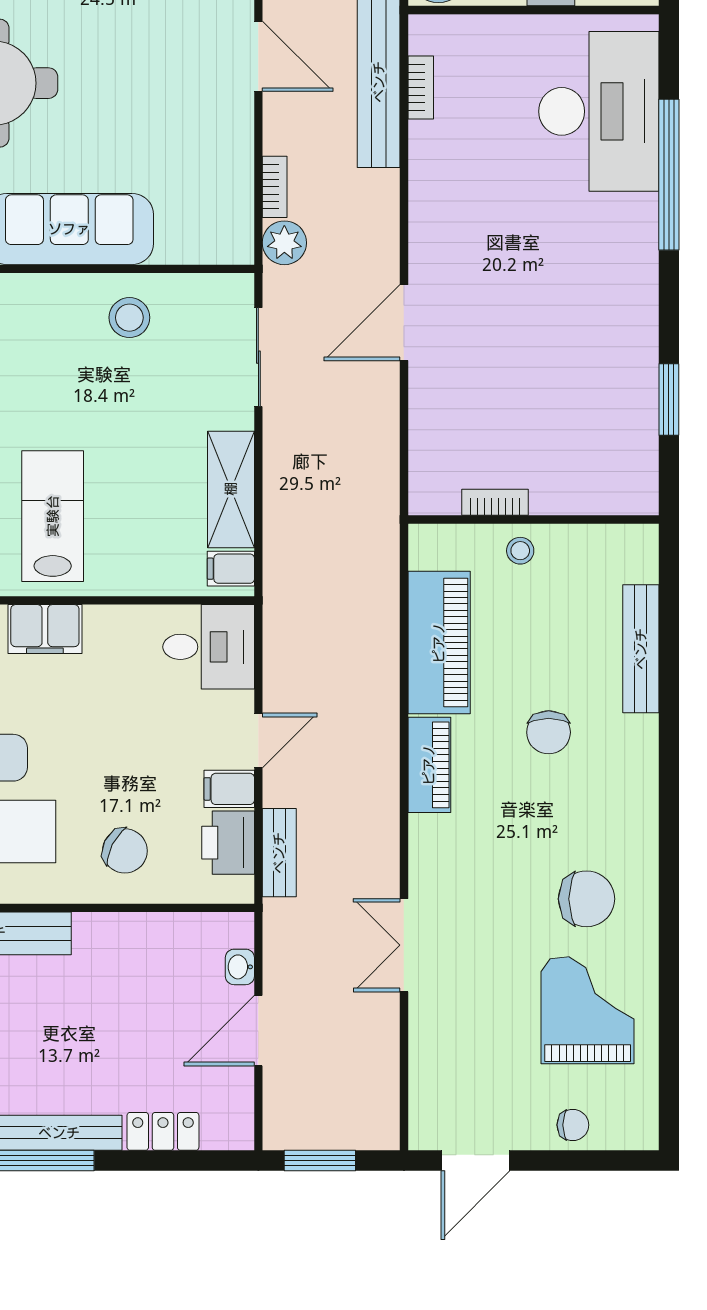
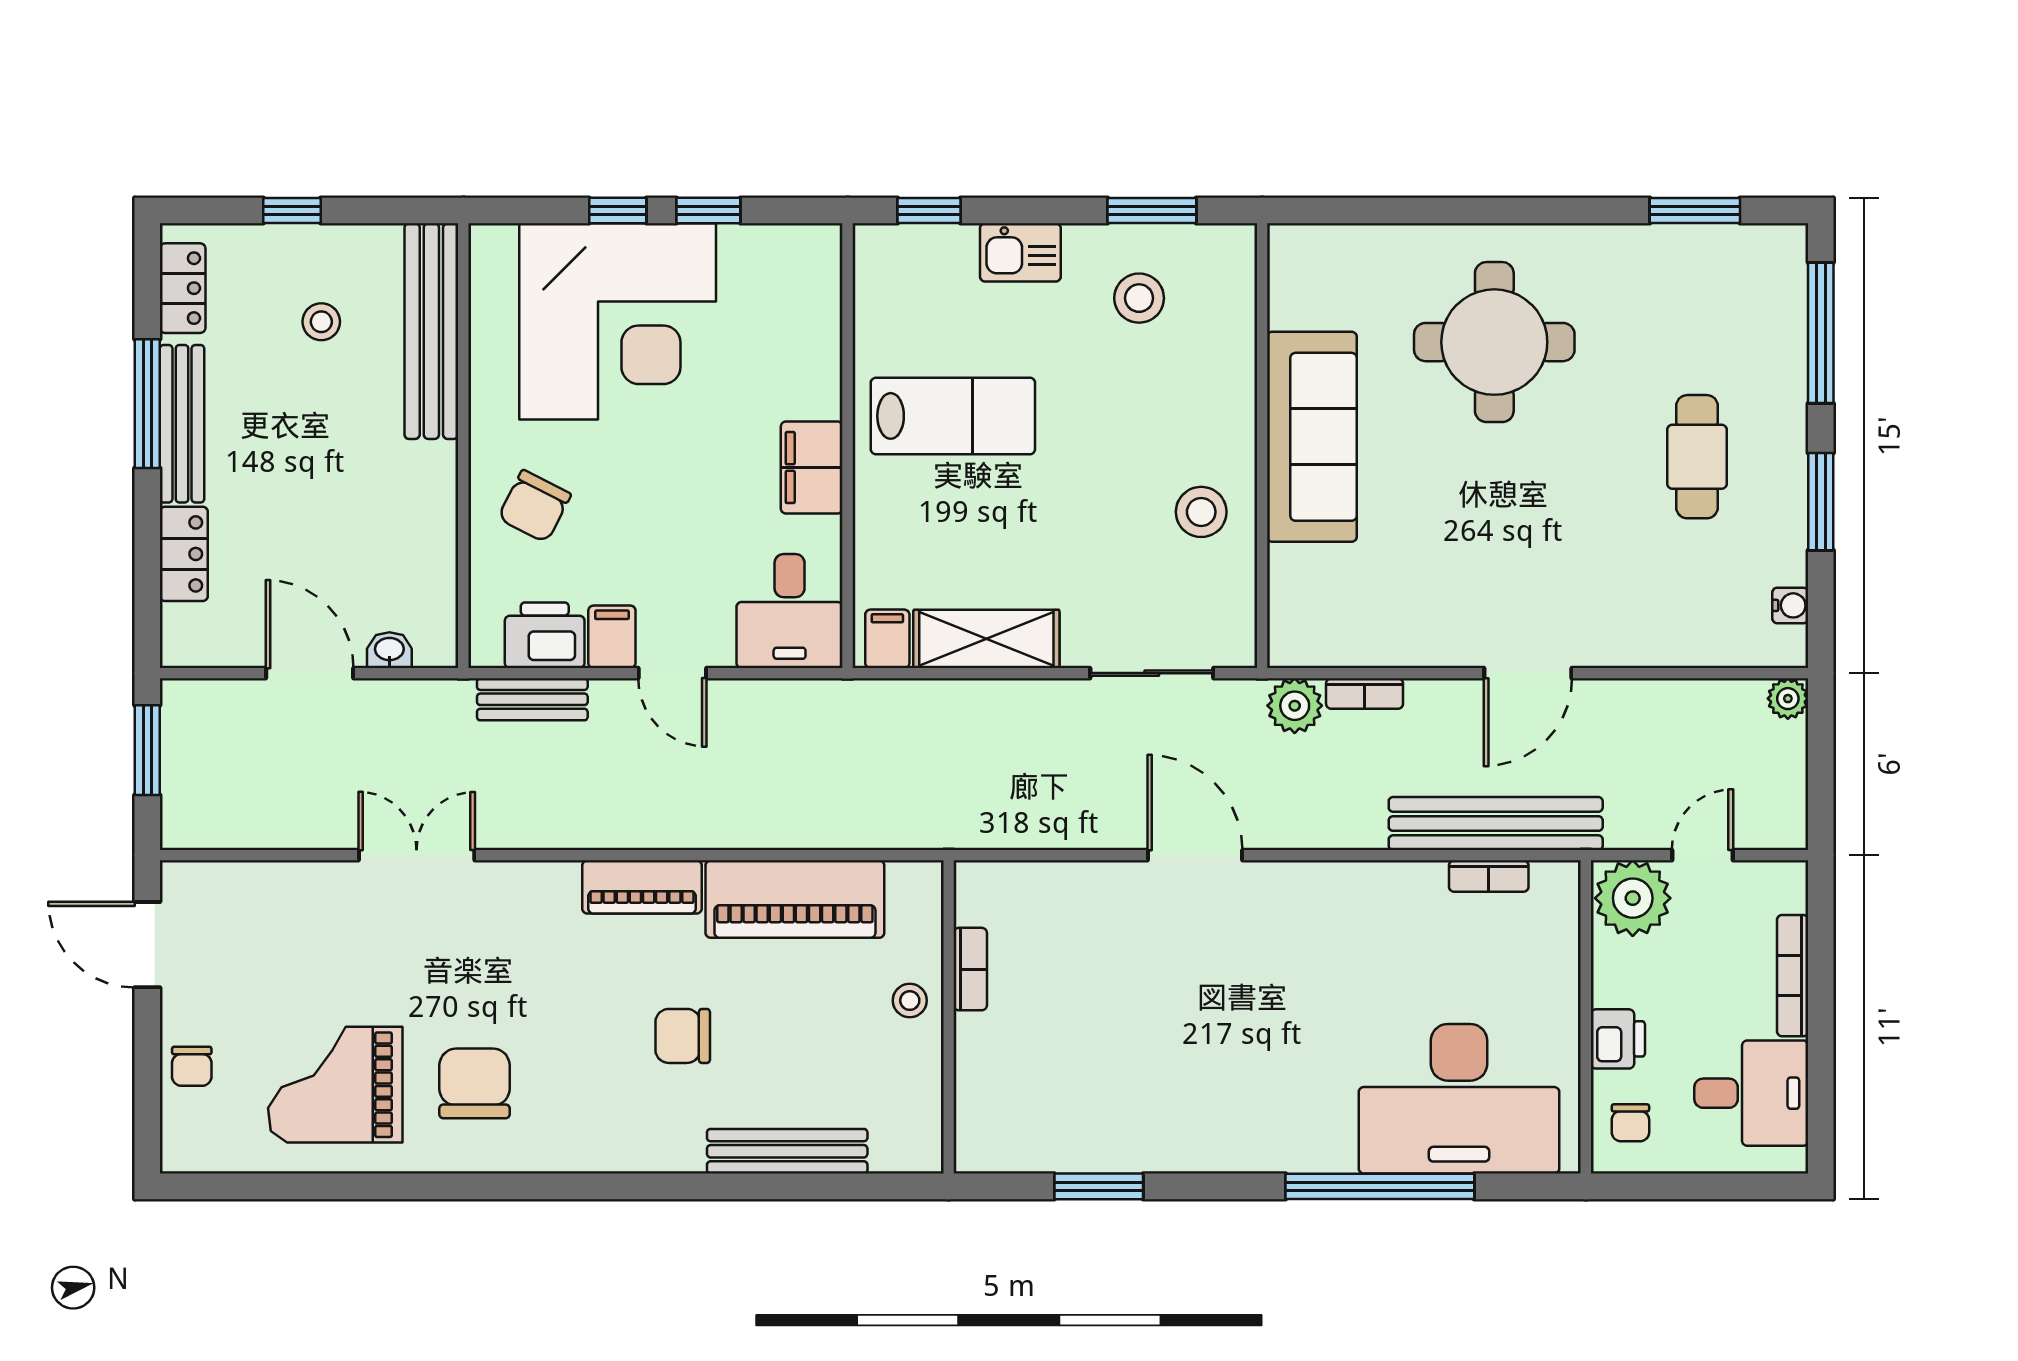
filing cabinet: (45, 629) -> (812, 468), moved
chair: (586, 899) -> (475, 1083), turned 180
grand piano: (588, 1010) -> (335, 1085), turned 180

